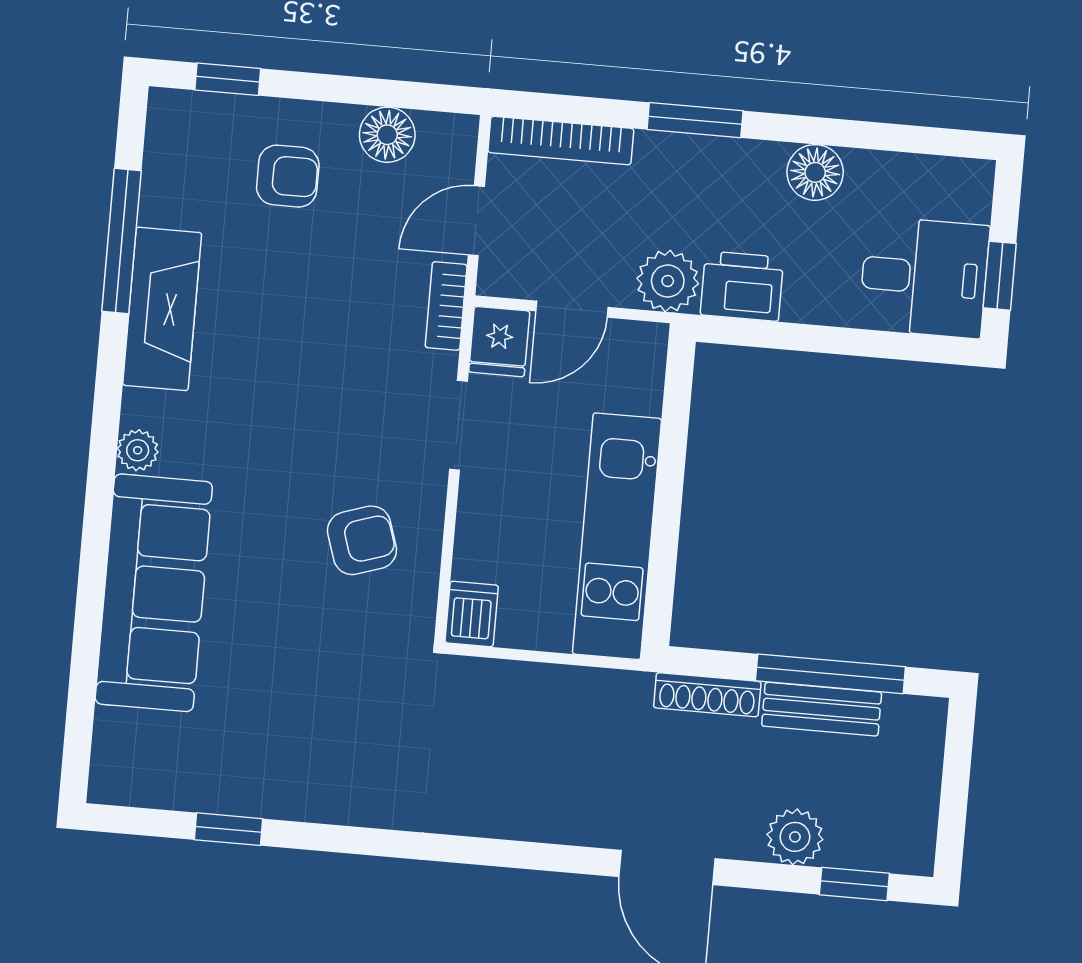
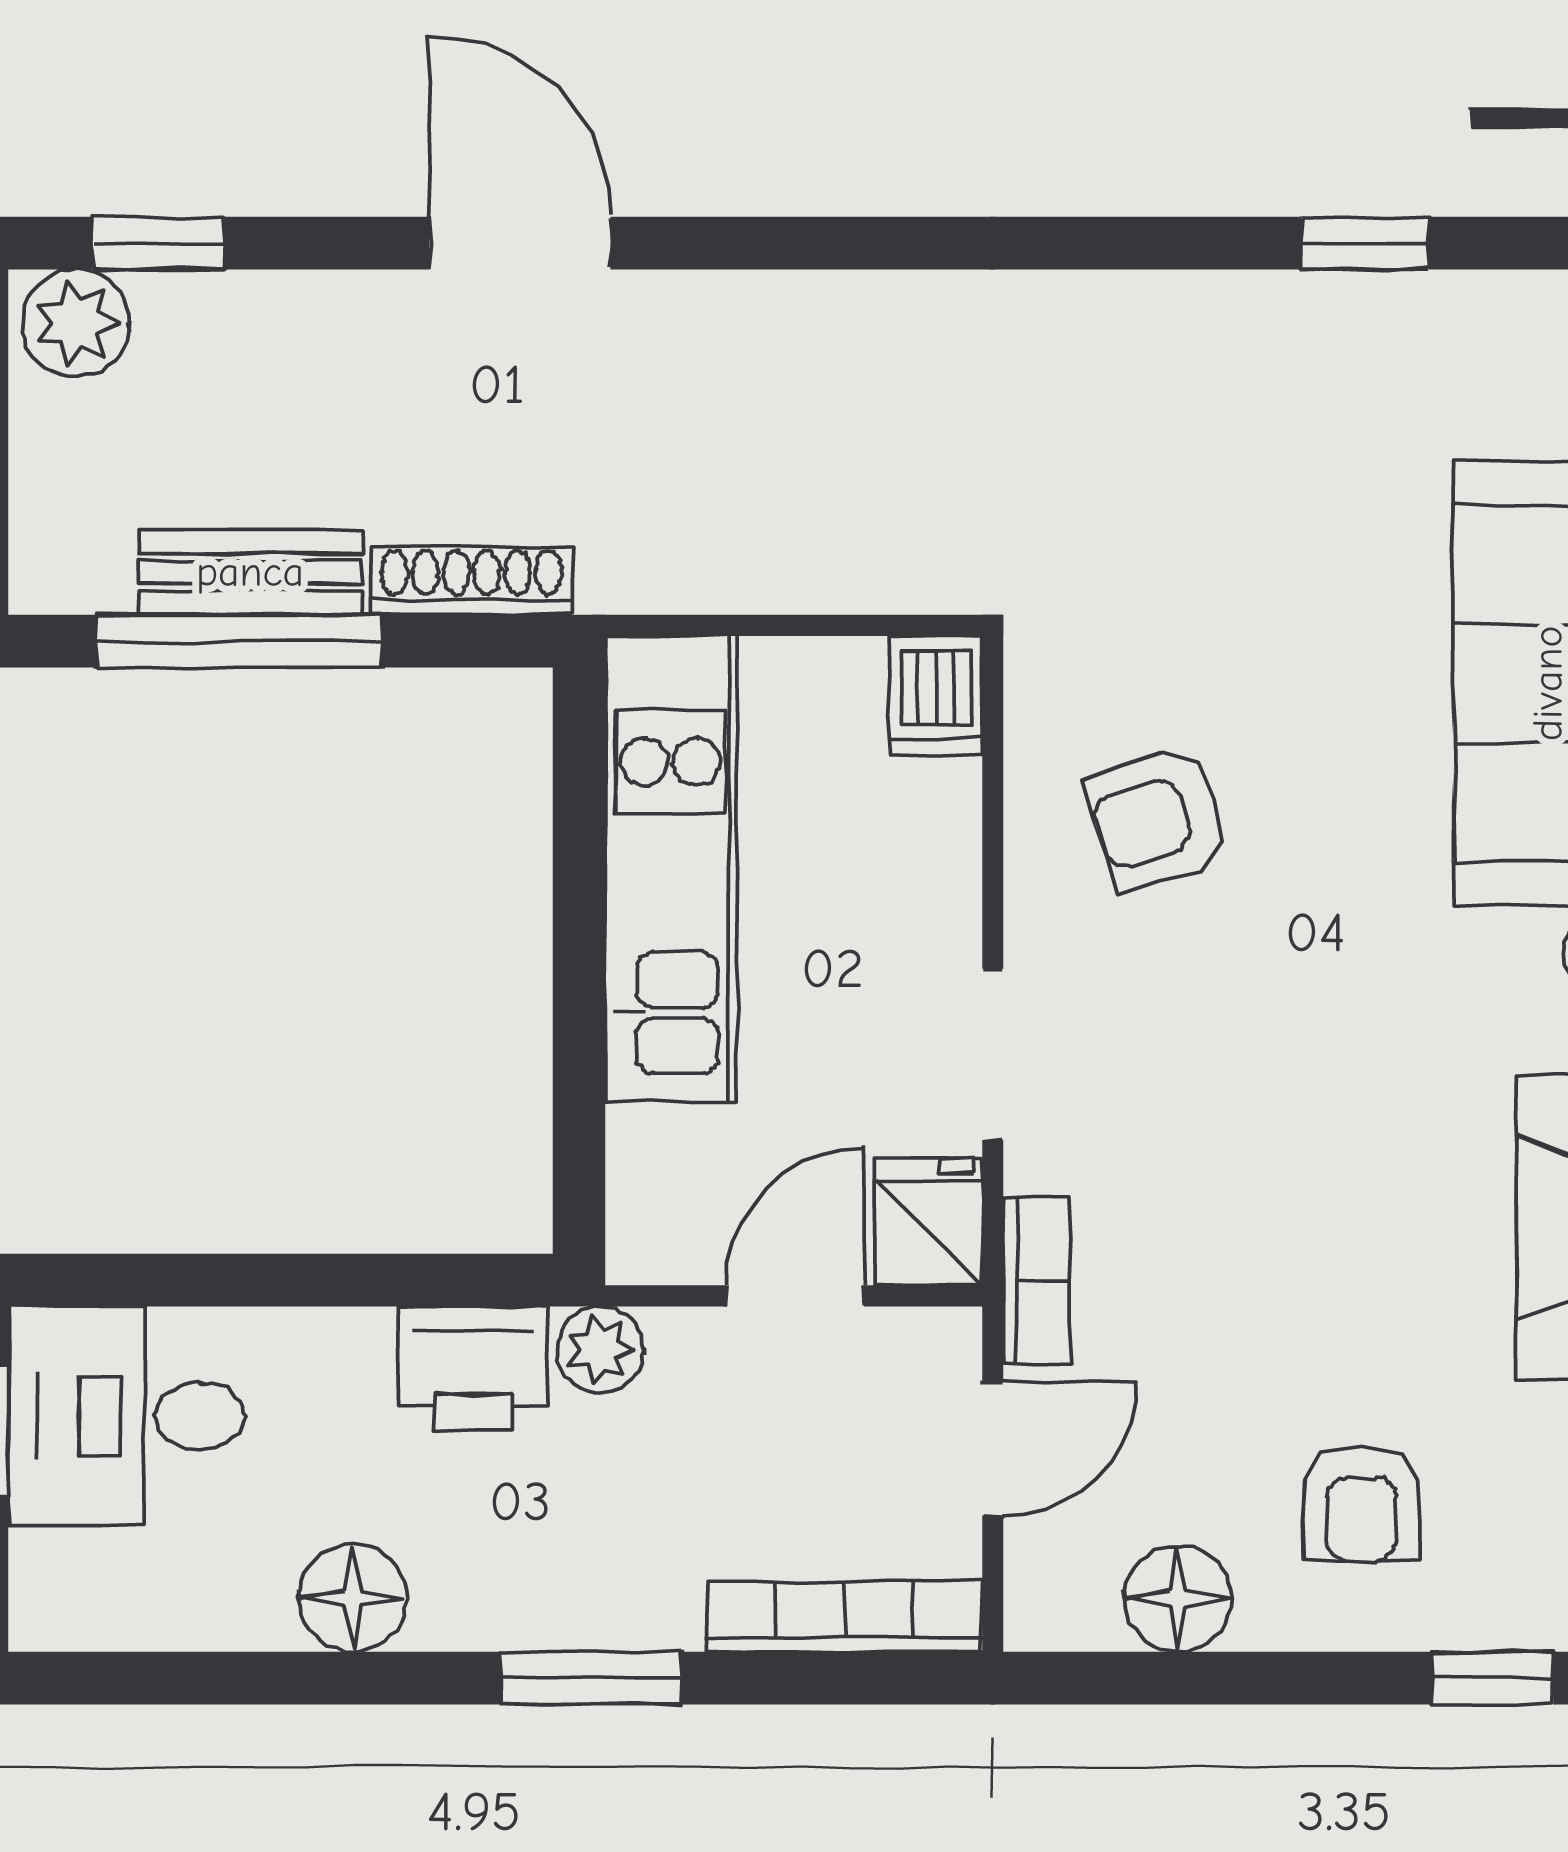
armchair: (288, 176) -> (1361, 1503), turned -90
plant: (668, 281) -> (600, 1350), width x0.73, depth x0.73
plant: (795, 837) -> (76, 323), moved

